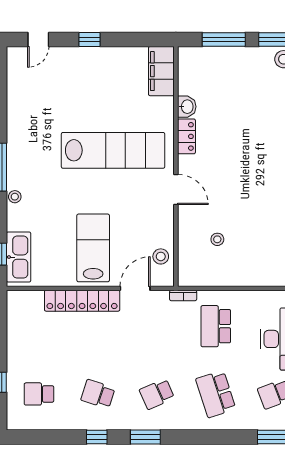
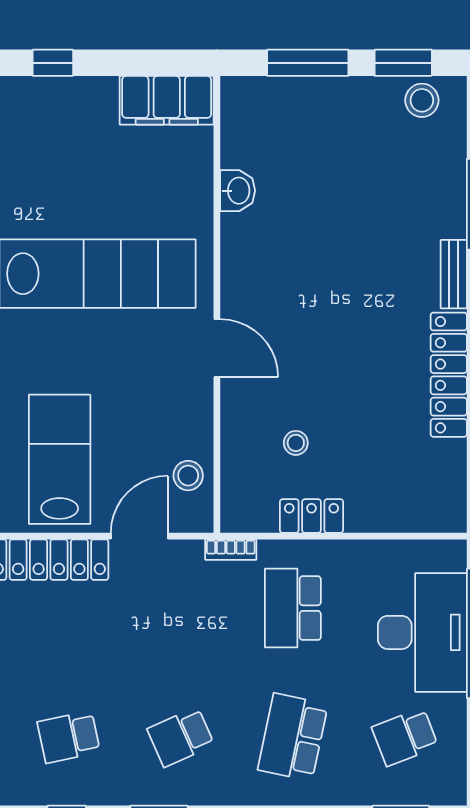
filing cabinet: (161, 71) -> (167, 100), moved, turned -90
locker: (186, 136) -> (311, 516), moved, turned -90
school desk: (98, 394) -> (69, 737), turned -30
school desk: (216, 394) -> (293, 737), turned 30

